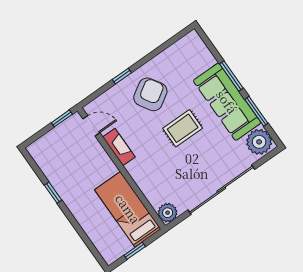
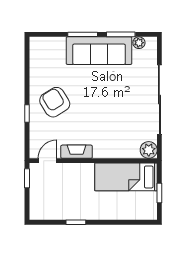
rug: (183, 128) -> (95, 96), removed
plant: (259, 142) -> (139, 43), width x0.53, depth x0.53

